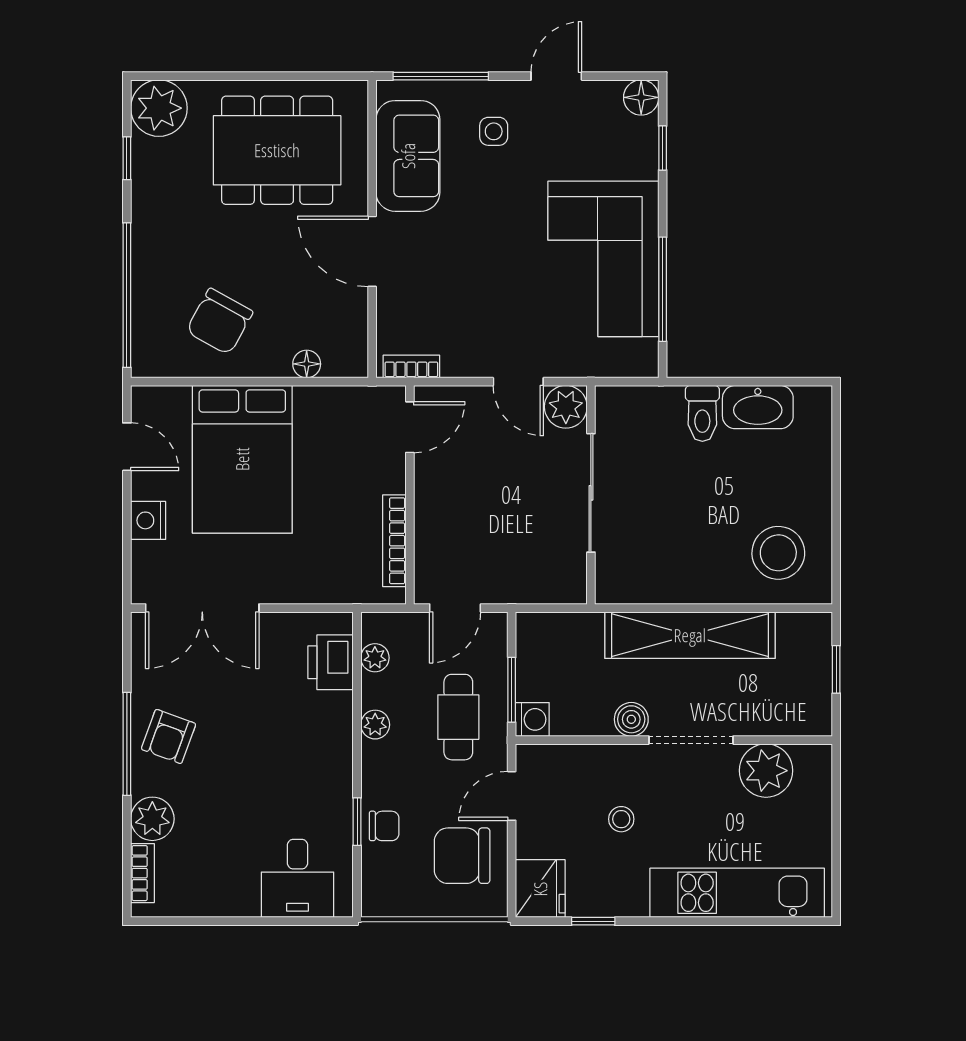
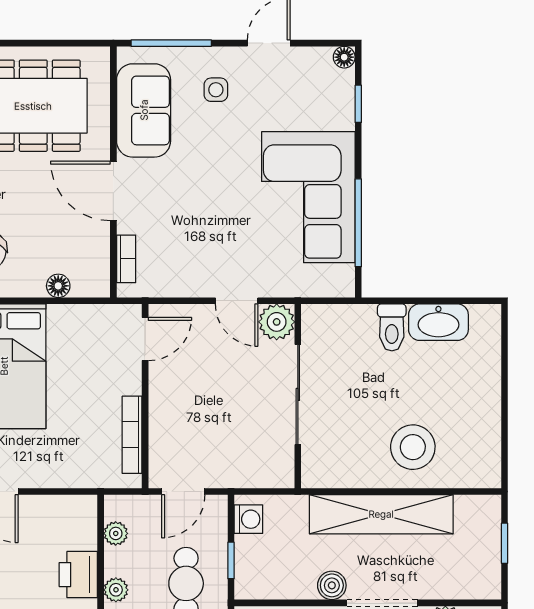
floor lamp: (641, 97) -> (344, 57), width x0.73, depth x0.73
bookcase: (411, 367) -> (126, 259), moved, turned 90
stool: (778, 553) -> (413, 447), moved
printer: (331, 662) -> (78, 575), moved
window: (512, 690) -> (231, 560), width x0.67
washing machine: (532, 719) -> (248, 519), moved

